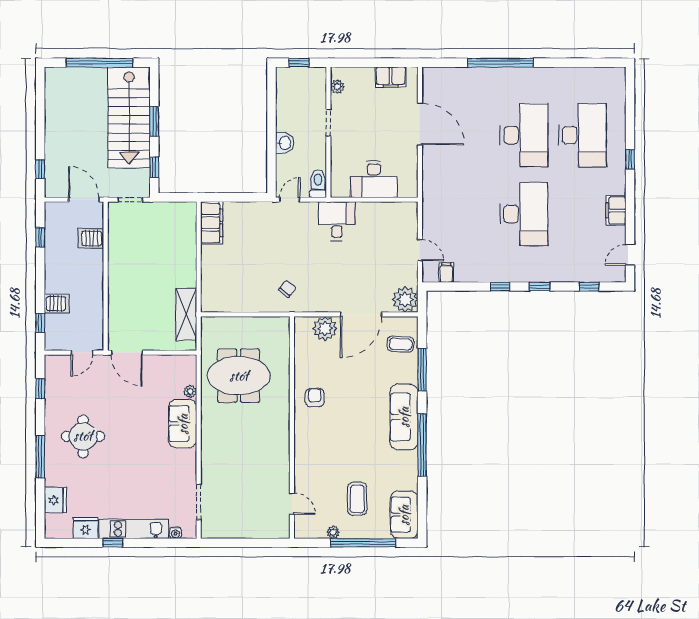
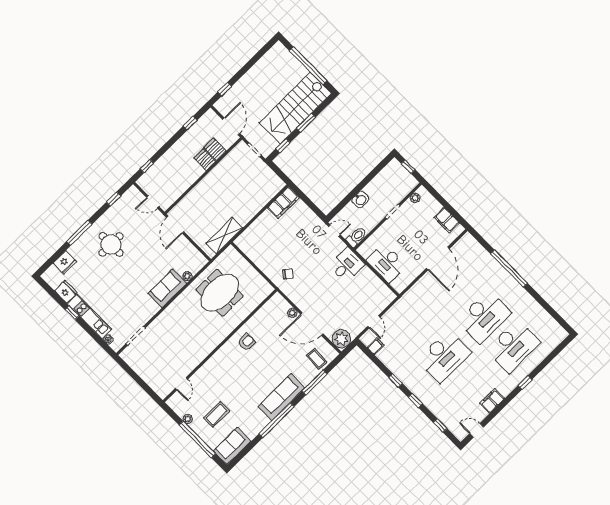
server rack: (57, 303) -> (205, 160), moved, turned 180
plant: (325, 329) -> (292, 313), width x0.53, depth x0.53
meeting table: (239, 376) -> (220, 293), turned 90

